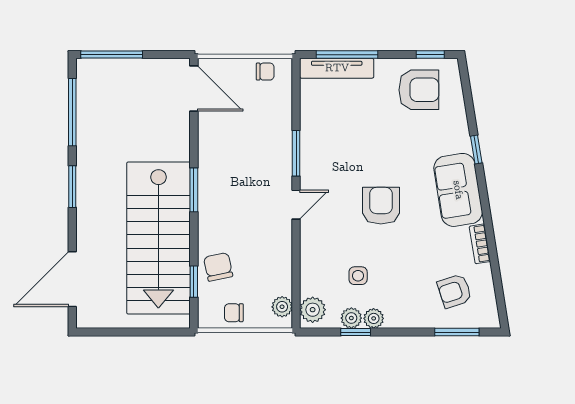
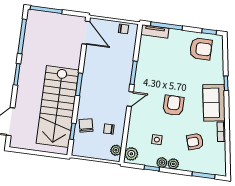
tv unit: (337, 68) -> (155, 31), width x0.71
armchair: (455, 291) -> (195, 142), moved
chair: (234, 313) -> (109, 129), moved
plant: (351, 318) -> (173, 164), moved

